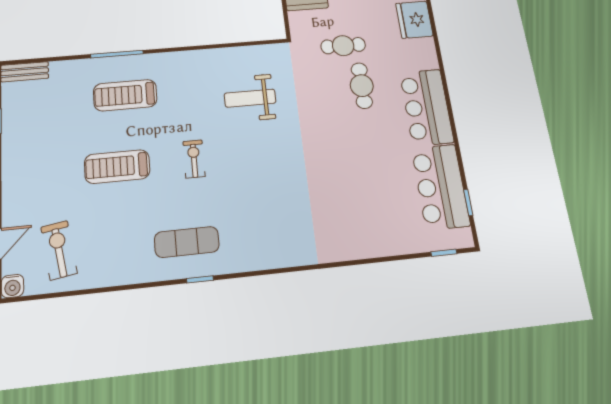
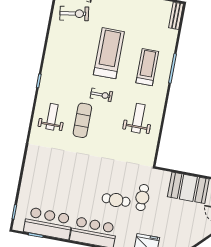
weight bench: (250, 98) -> (138, 118), moved
treadmill: (117, 167) -> (109, 53), width x1.37, depth x1.38
weight bench: (257, 235) -> (52, 117), added
exercise mat: (187, 242) -> (82, 120), moved

